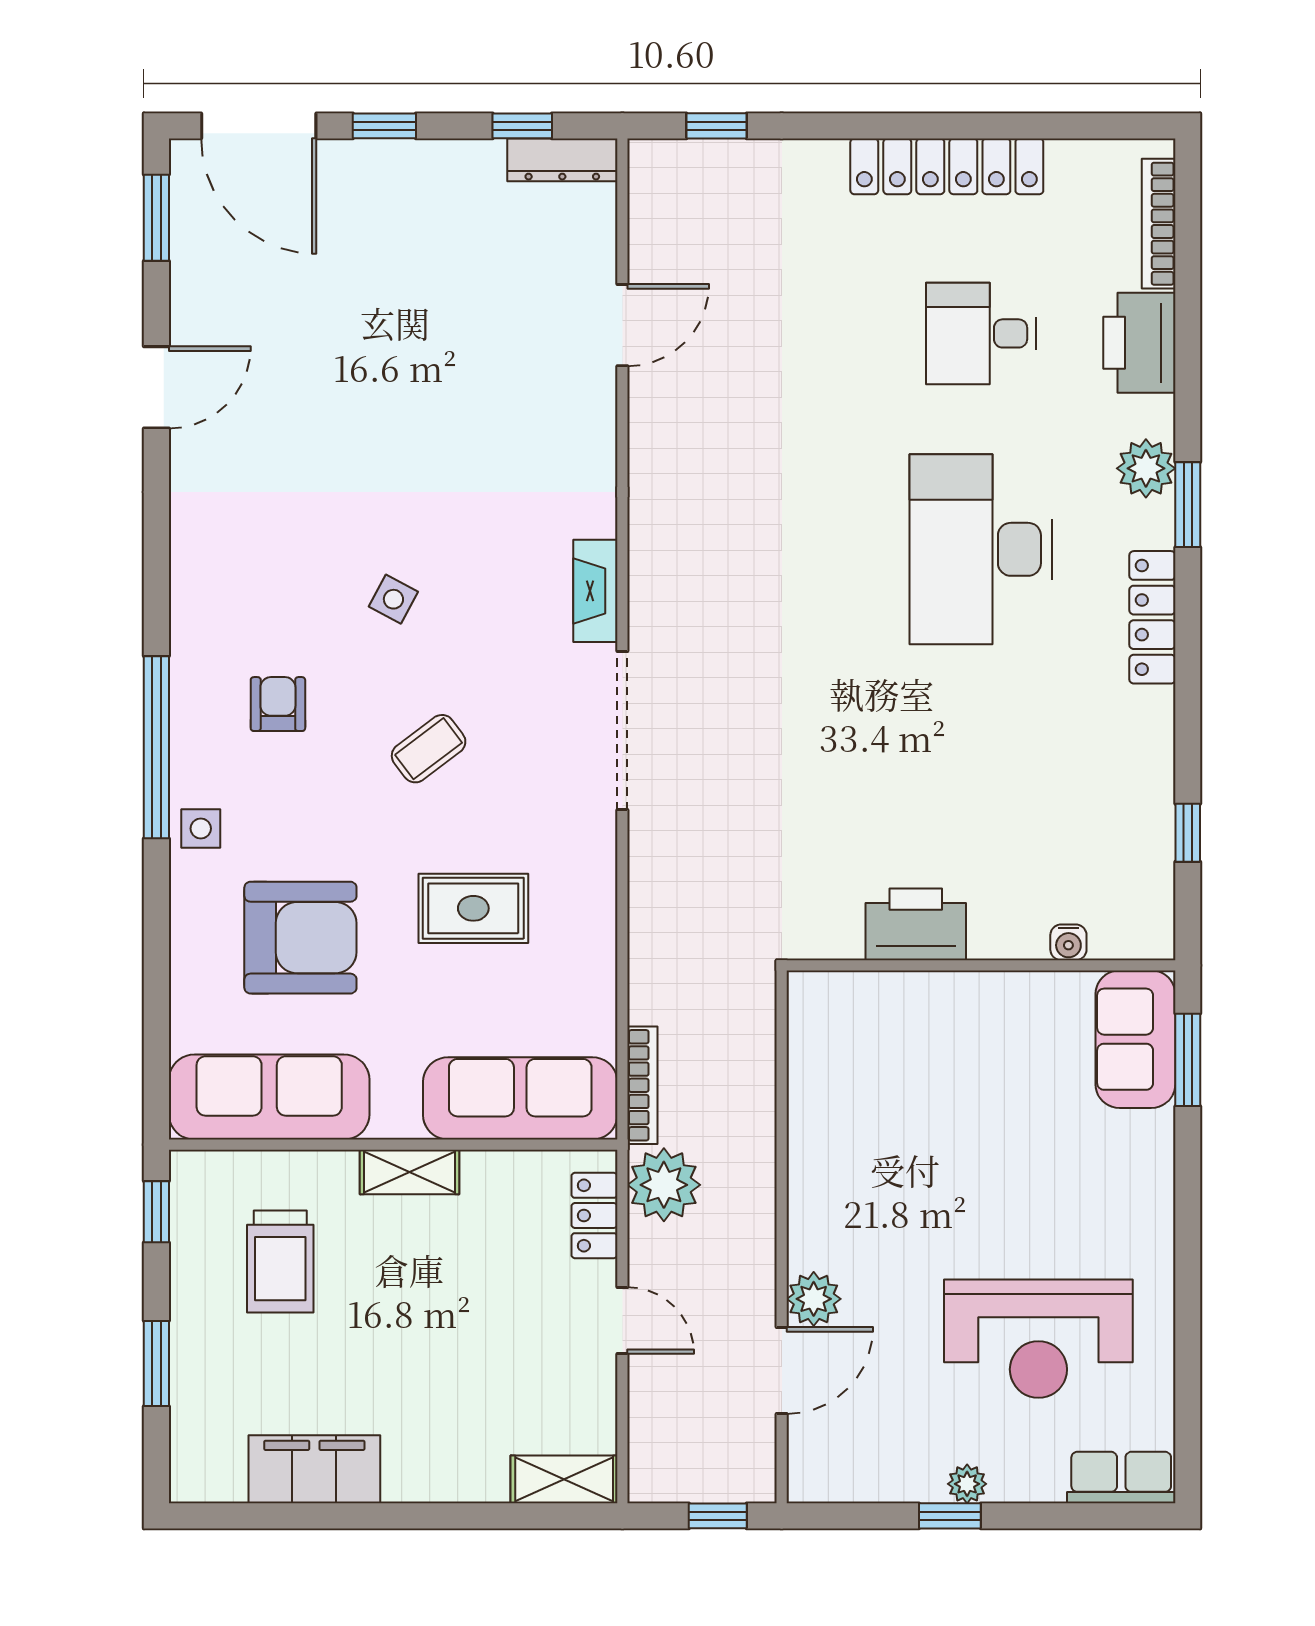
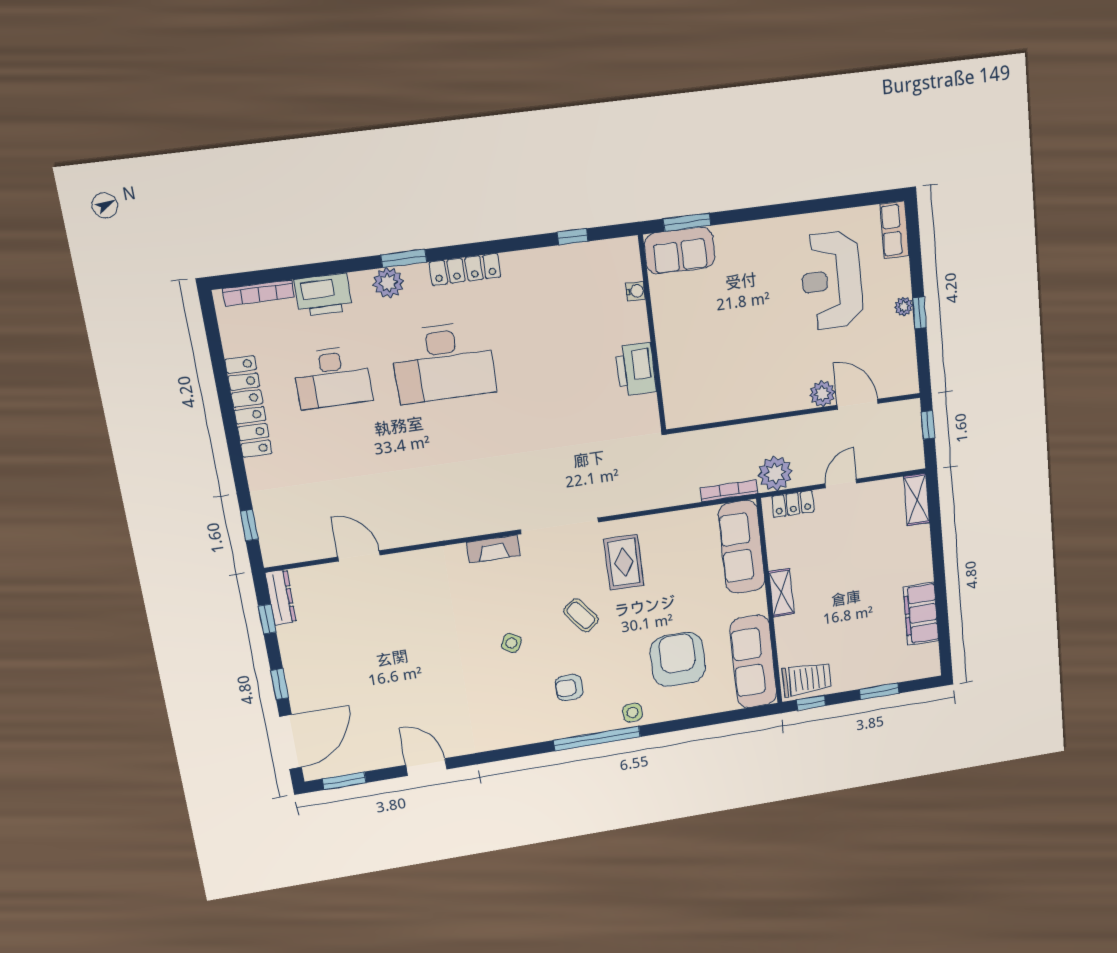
desk: (981, 333) -> (332, 377), width x1.37
rug: (473, 908) -> (624, 562), moved
trolley: (280, 1262) -> (807, 679), moved
reception desk: (1038, 1339) -> (831, 280), turned 180

